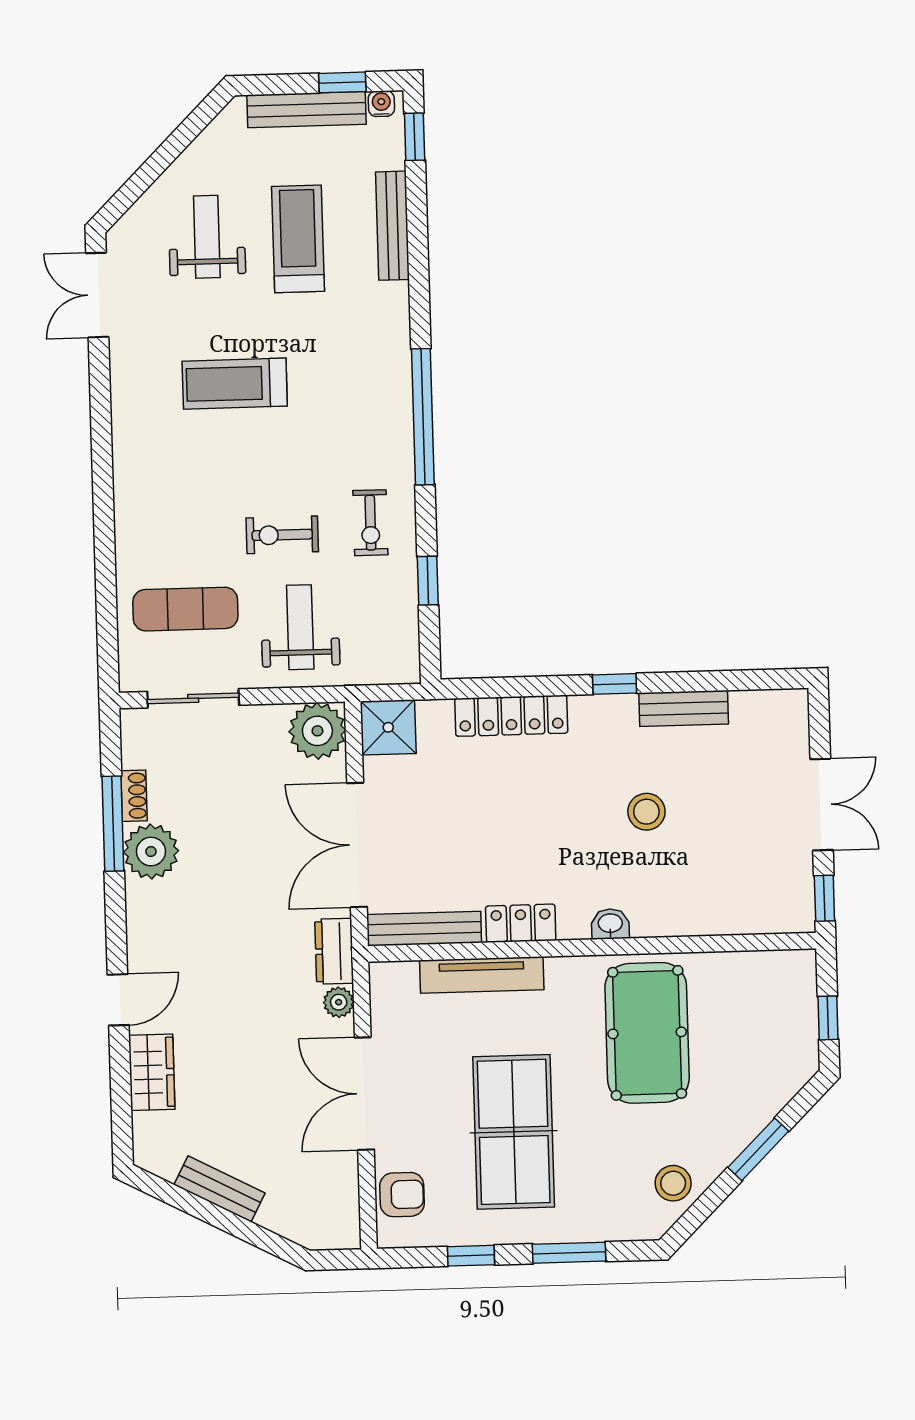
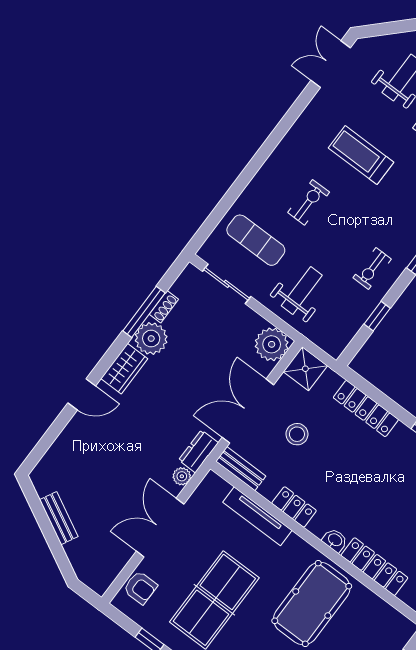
exercise bike: (282, 535) -> (309, 202), moved, turned 90
stool: (646, 812) -> (297, 434), moved
locker: (691, 917) -> (374, 567), added
bench: (424, 929) -> (241, 469), width x0.73
wardrobe: (152, 1072) -> (124, 369), moved

